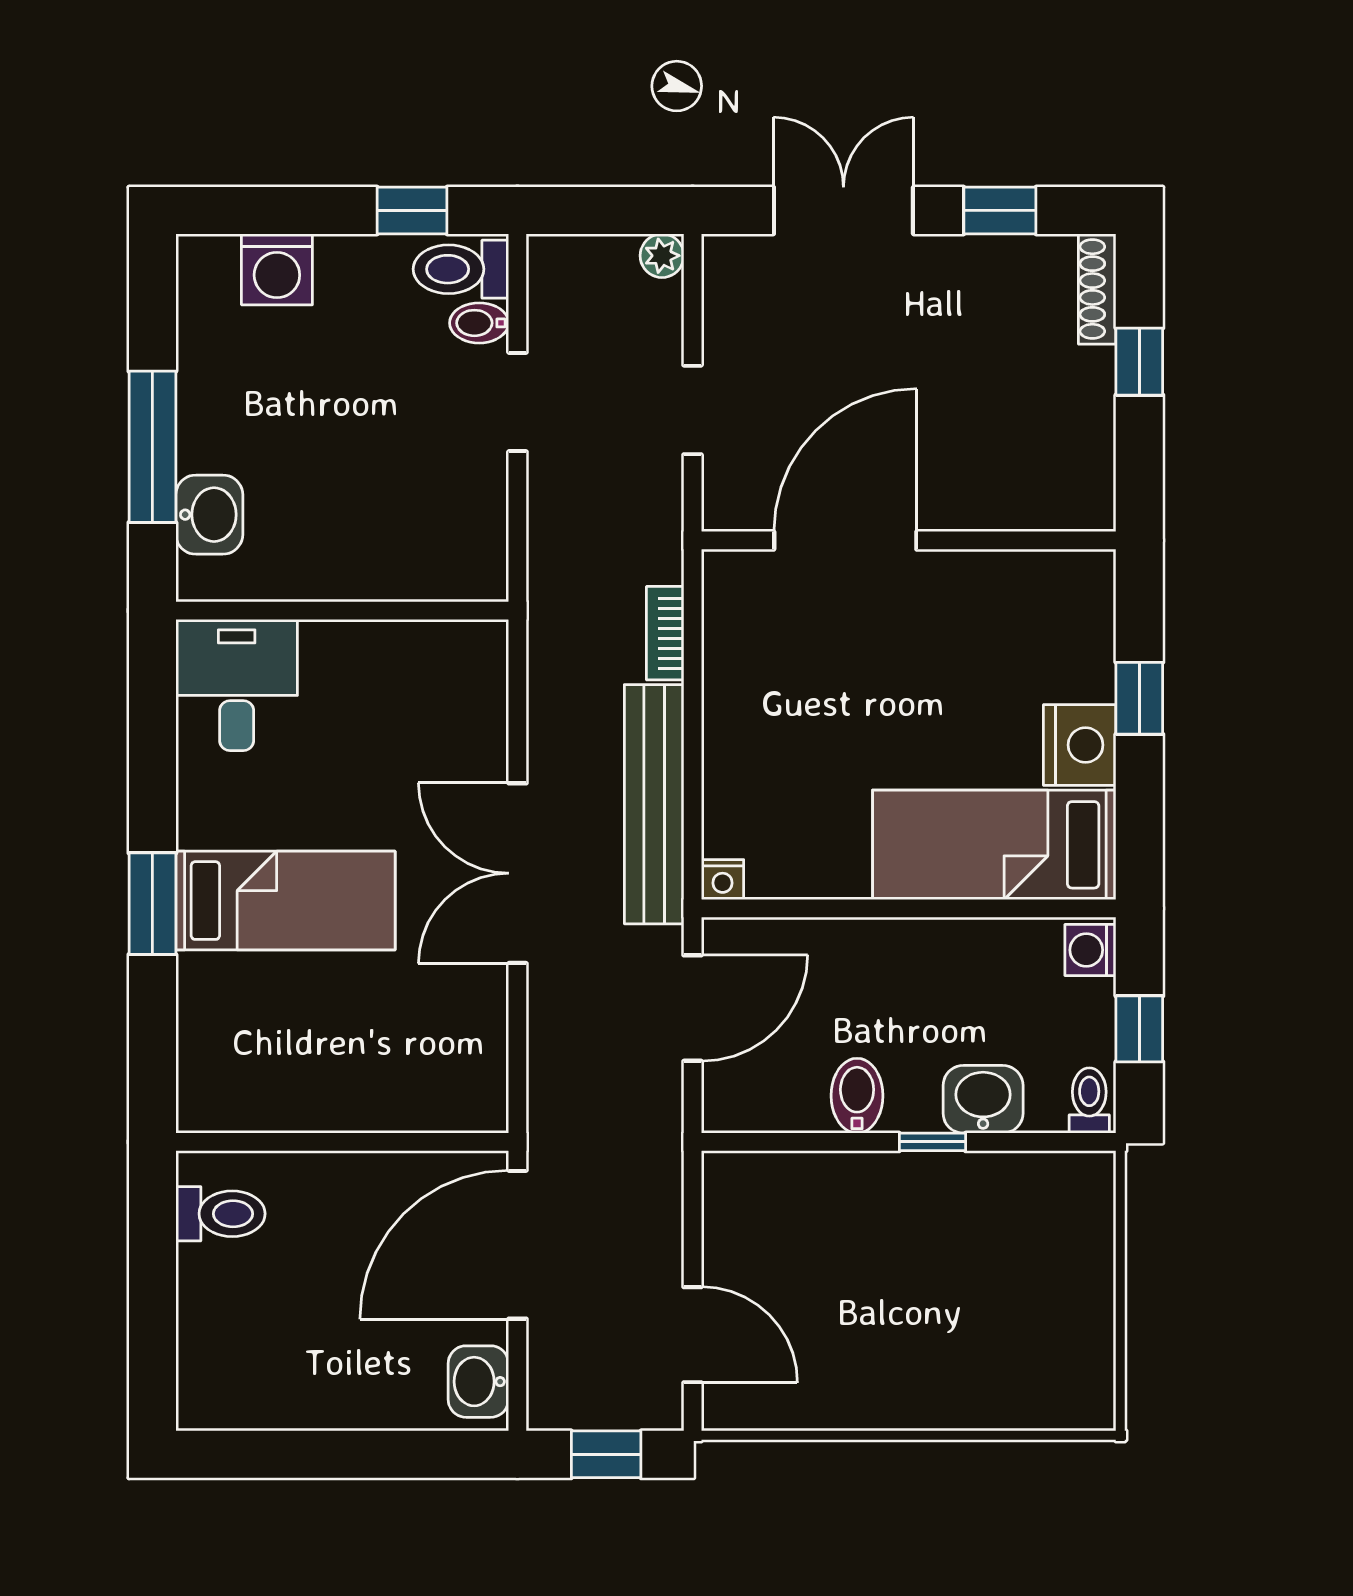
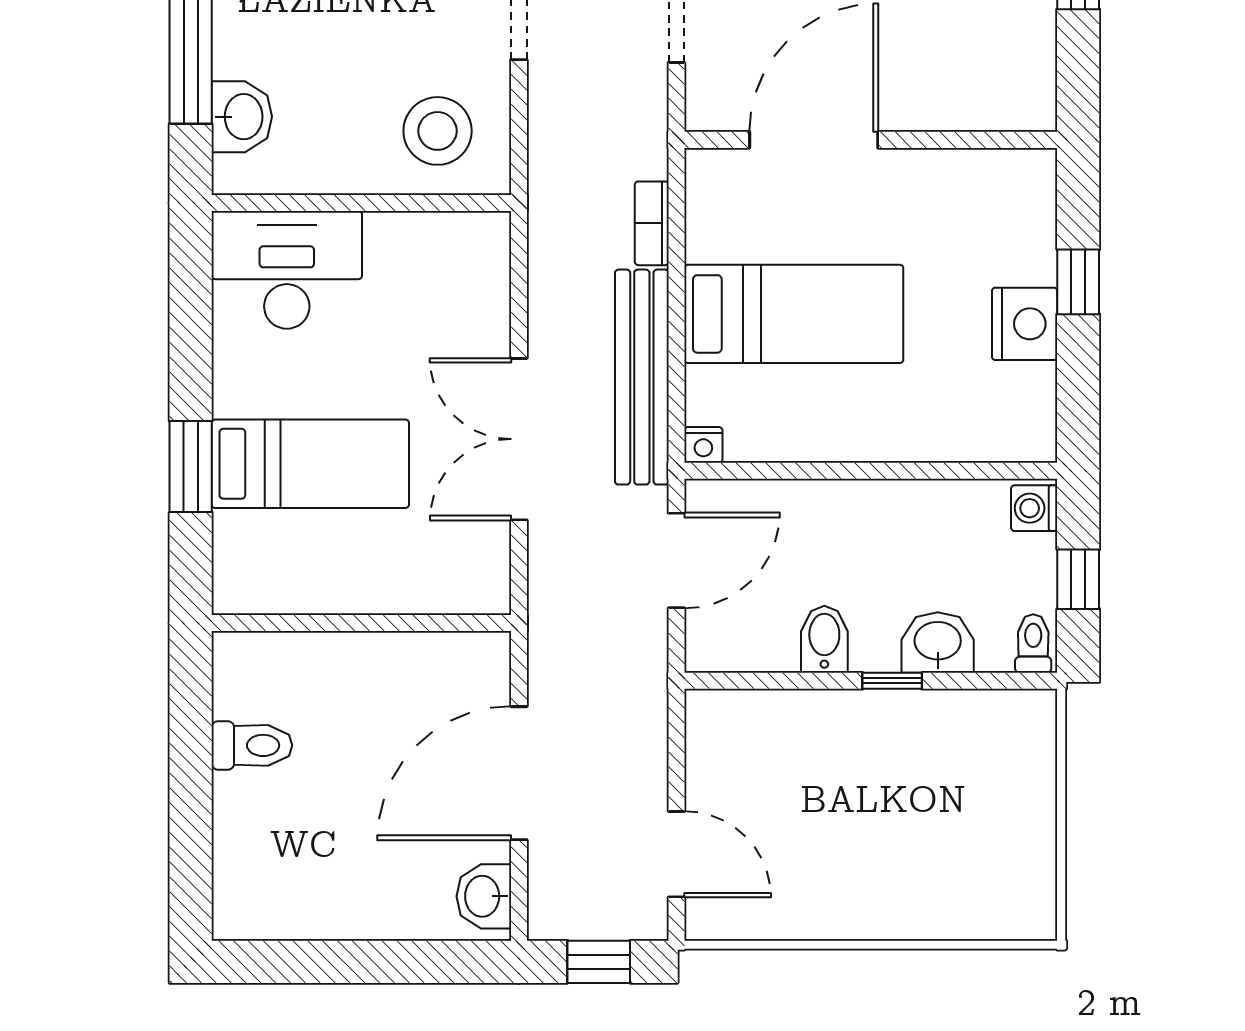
stool: (427, 531) -> (438, 131), added
desk: (237, 685) -> (287, 270), width x1.37
bed: (994, 845) -> (794, 314), moved, turned 180
wall: (342, 1142) -> (361, 623), moved

